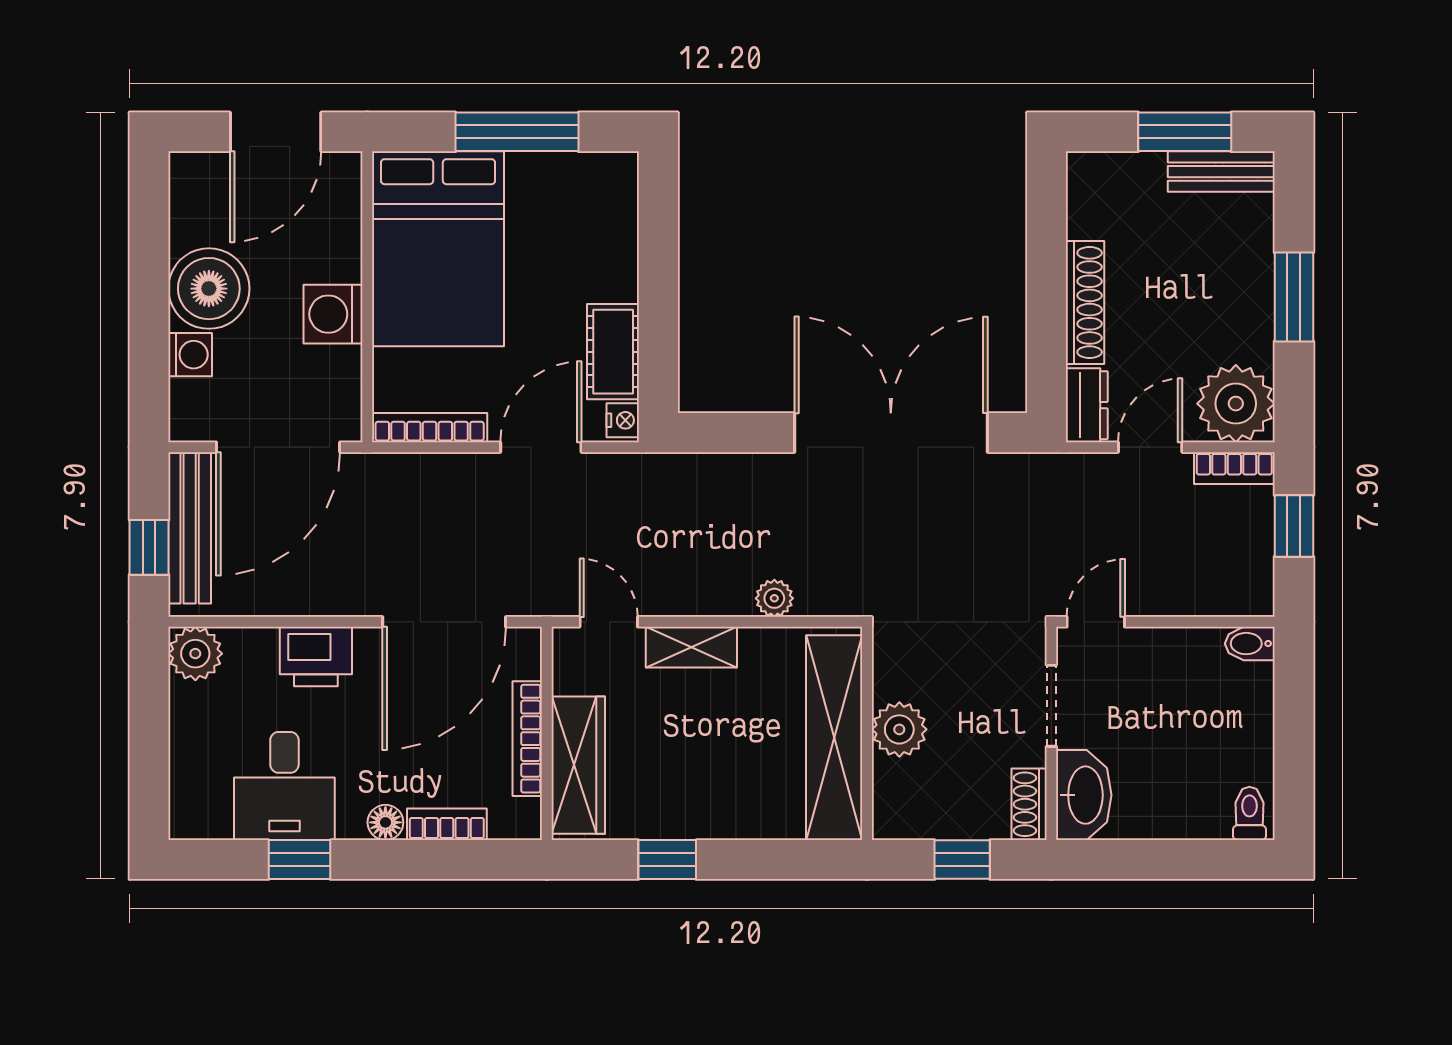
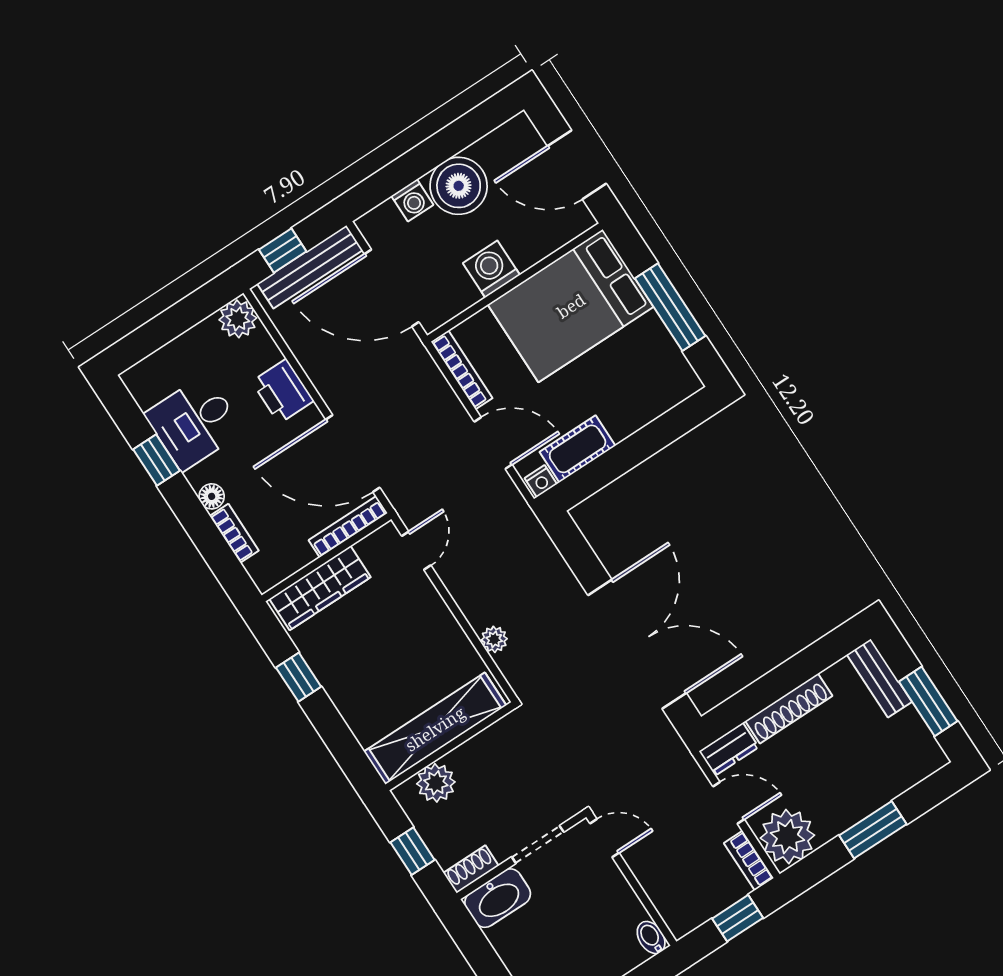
bench: (1221, 172) -> (879, 678), moved
shelving: (691, 647) -> (433, 609), removed
plant: (899, 729) -> (436, 783), moved
bookcase: (527, 739) -> (348, 527), moved

